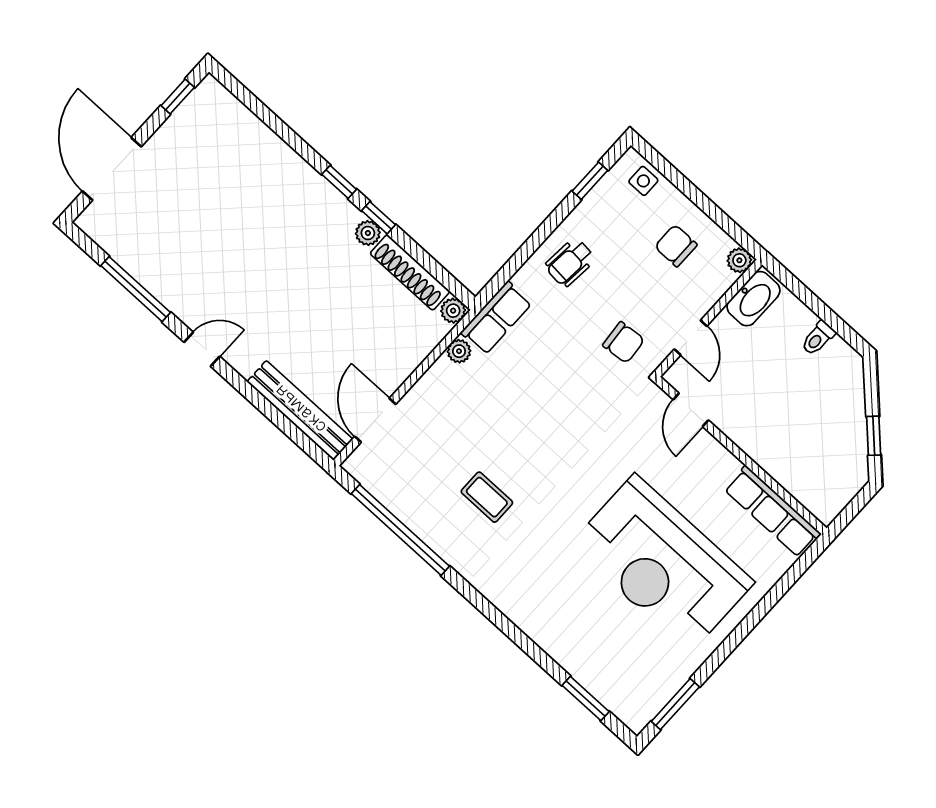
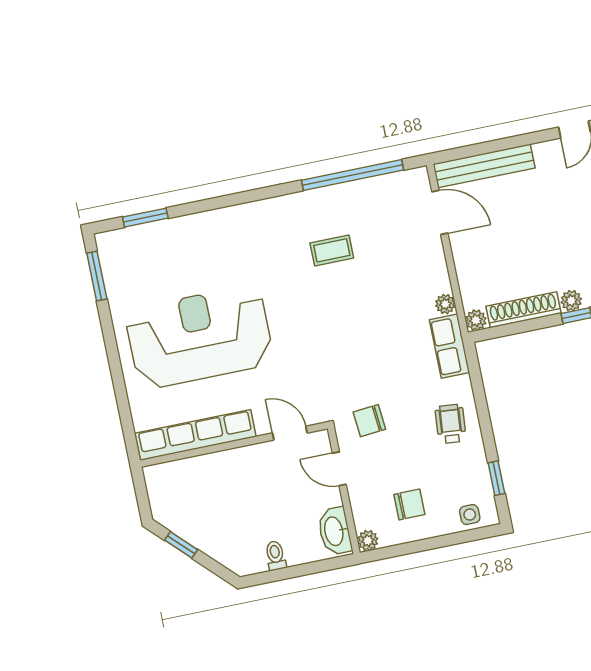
row of seats: (772, 511) -> (196, 435), width x1.36

